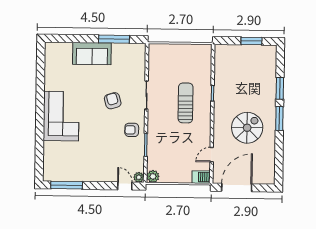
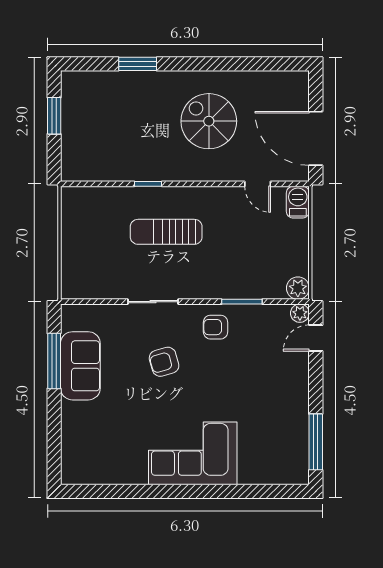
sofa: (92, 54) -> (80, 366), moved
window: (279, 119) -> (192, 64), removed
armchair: (132, 130) -> (216, 327), turned 90

